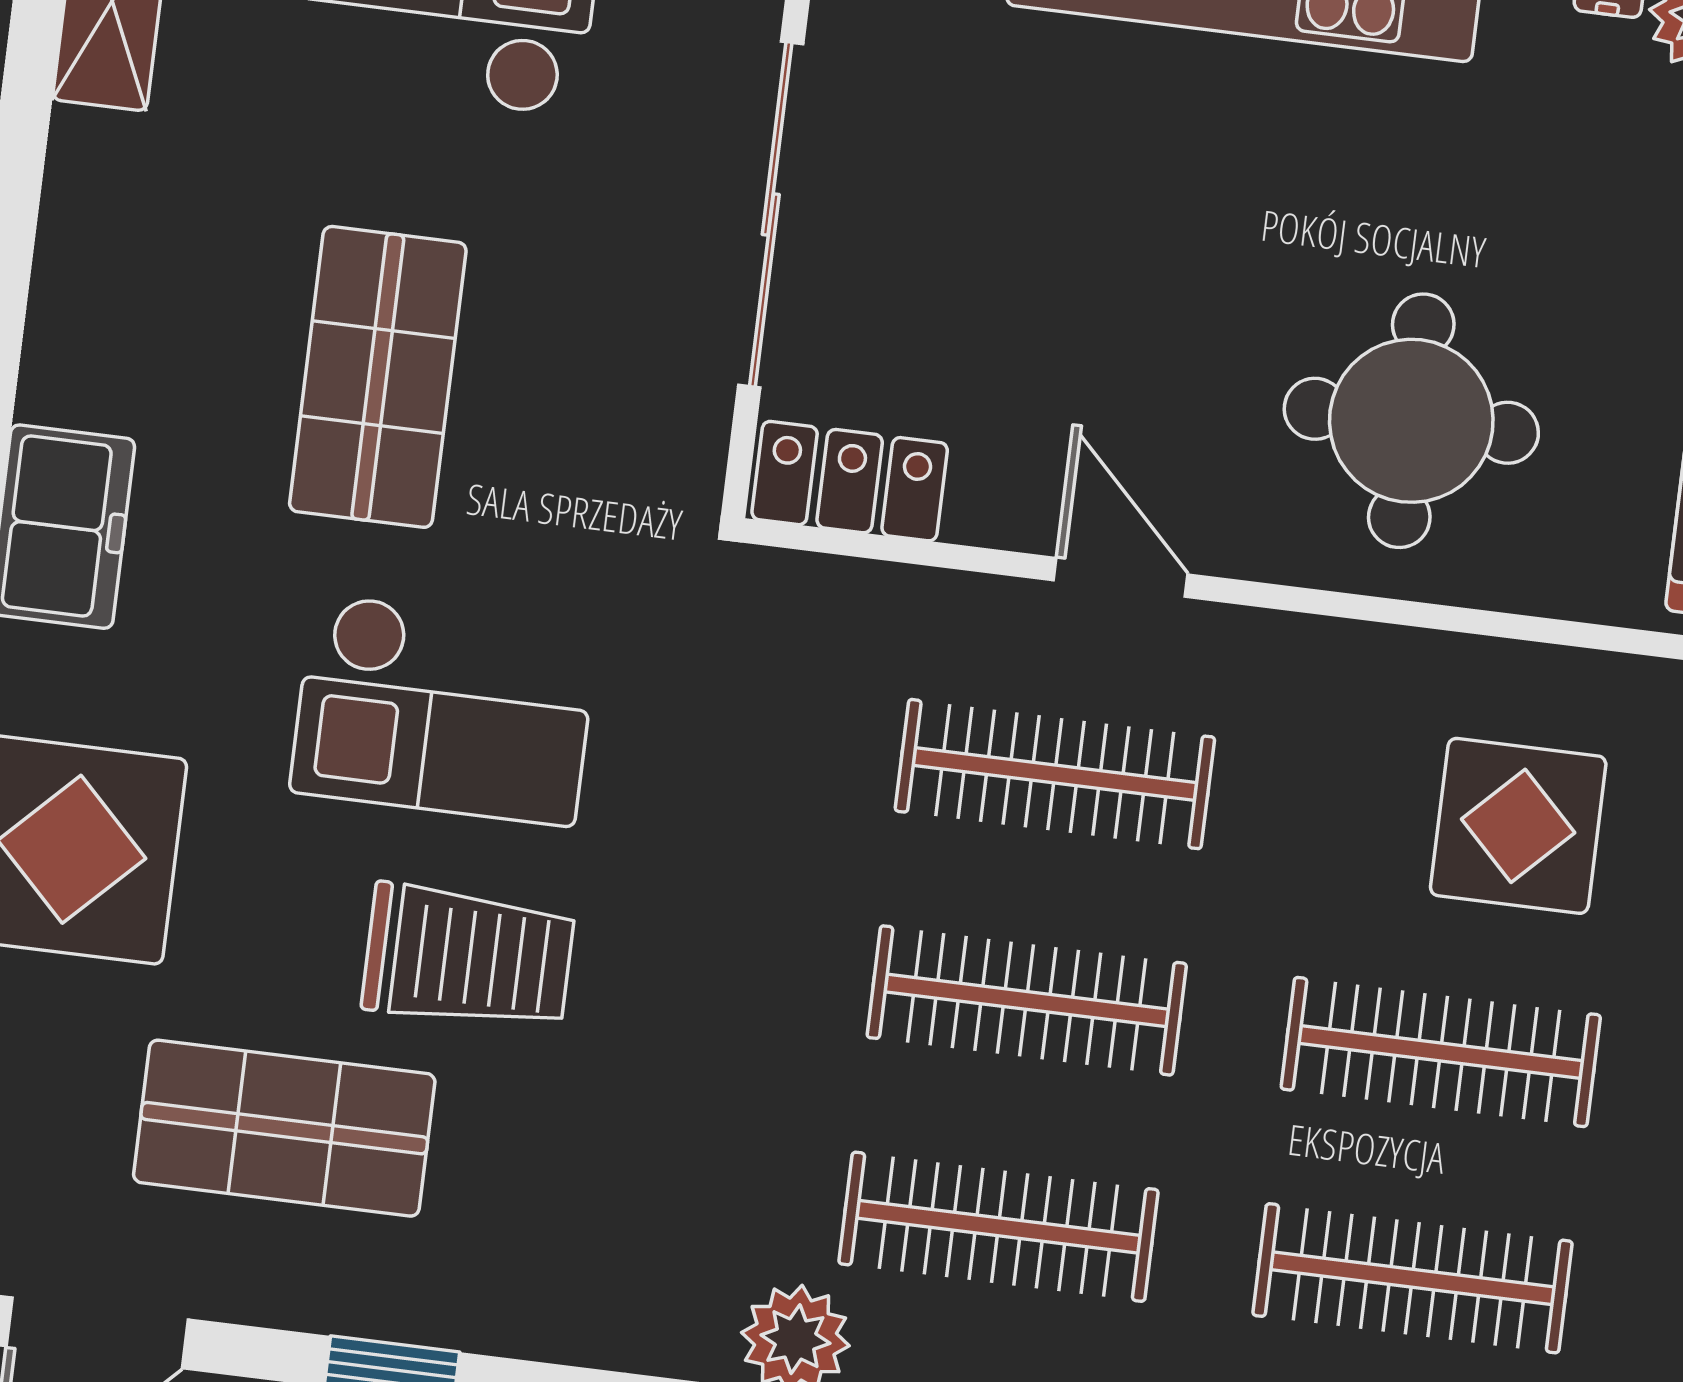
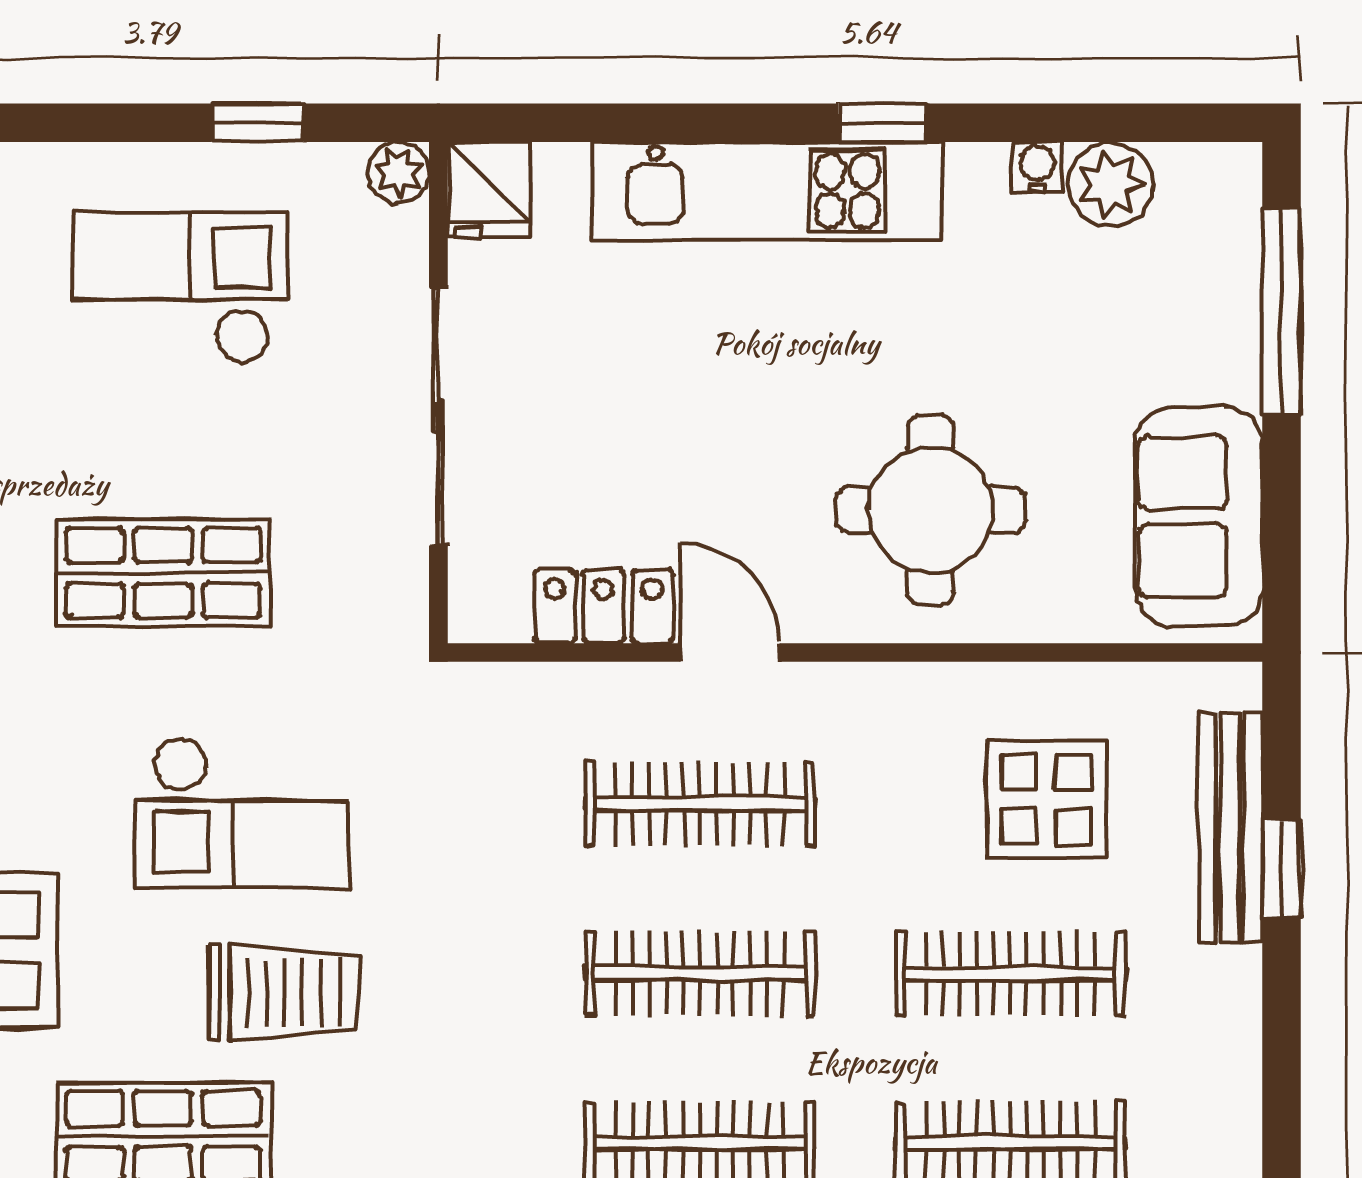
shop shelf: (378, 377) -> (163, 573), turned 90
locker: (850, 481) -> (604, 606), moved

